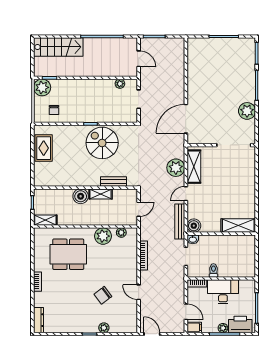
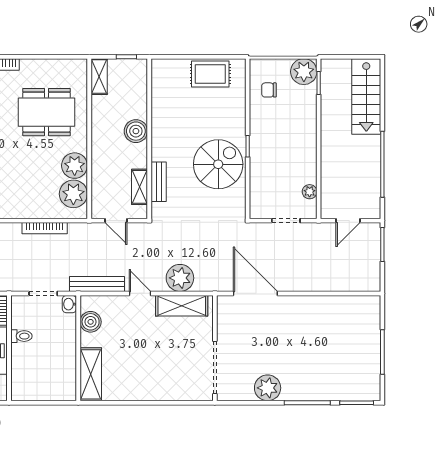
shelving: (101, 194) -> (140, 187), moved
boiler: (194, 226) -> (91, 322), moved
plant: (121, 233) -> (73, 194), width x1.87, depth x1.87
dining table: (68, 254) -> (46, 112), turned 90

